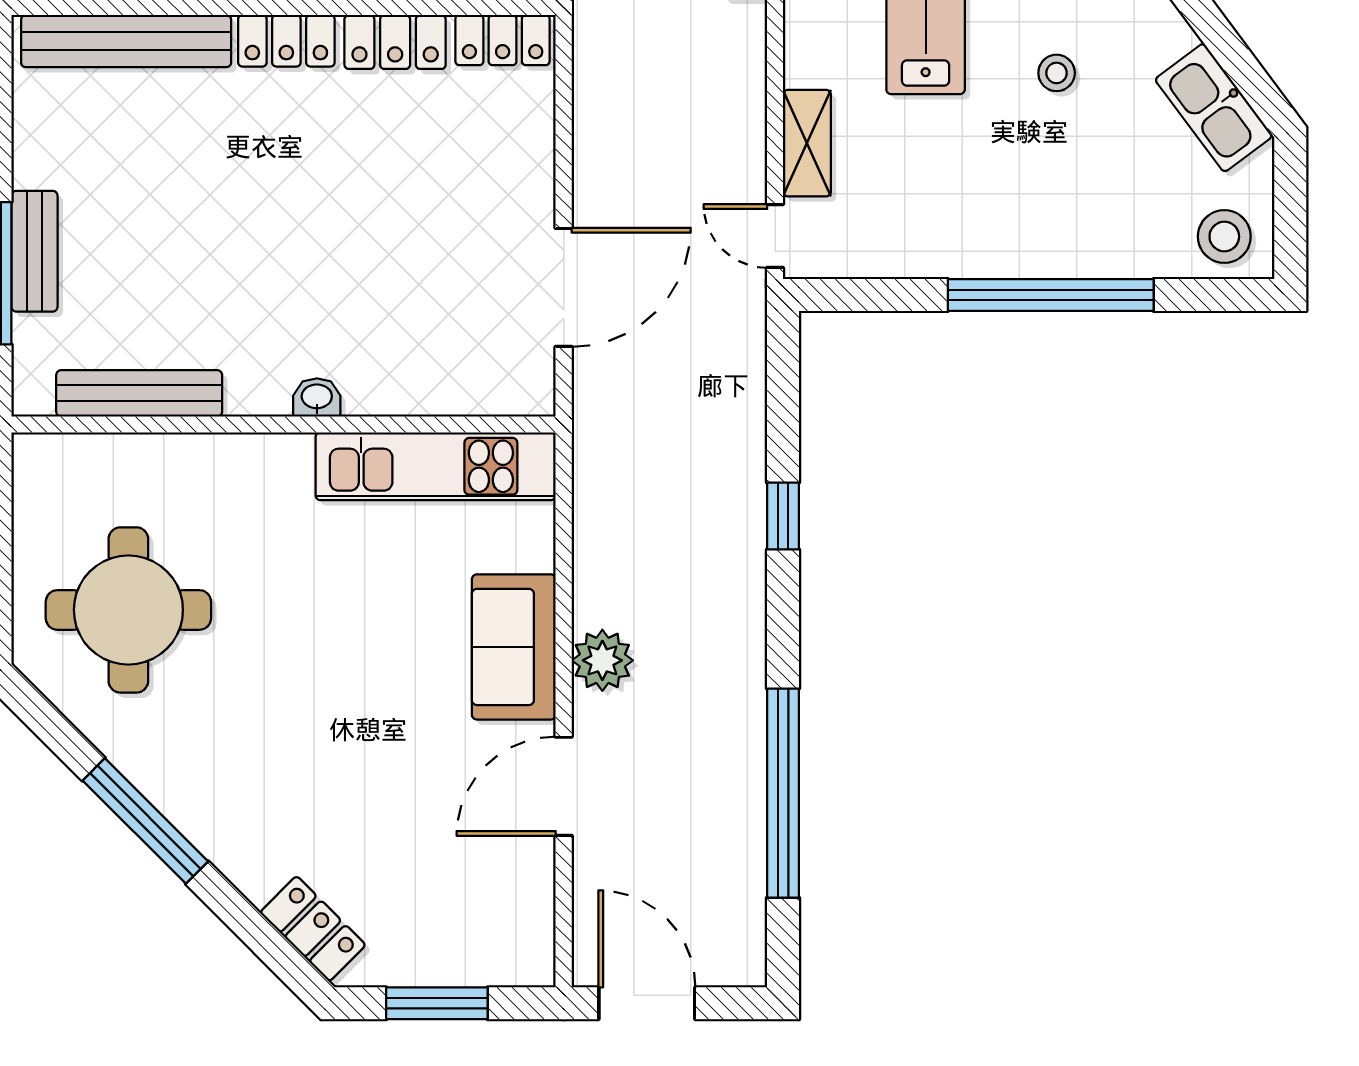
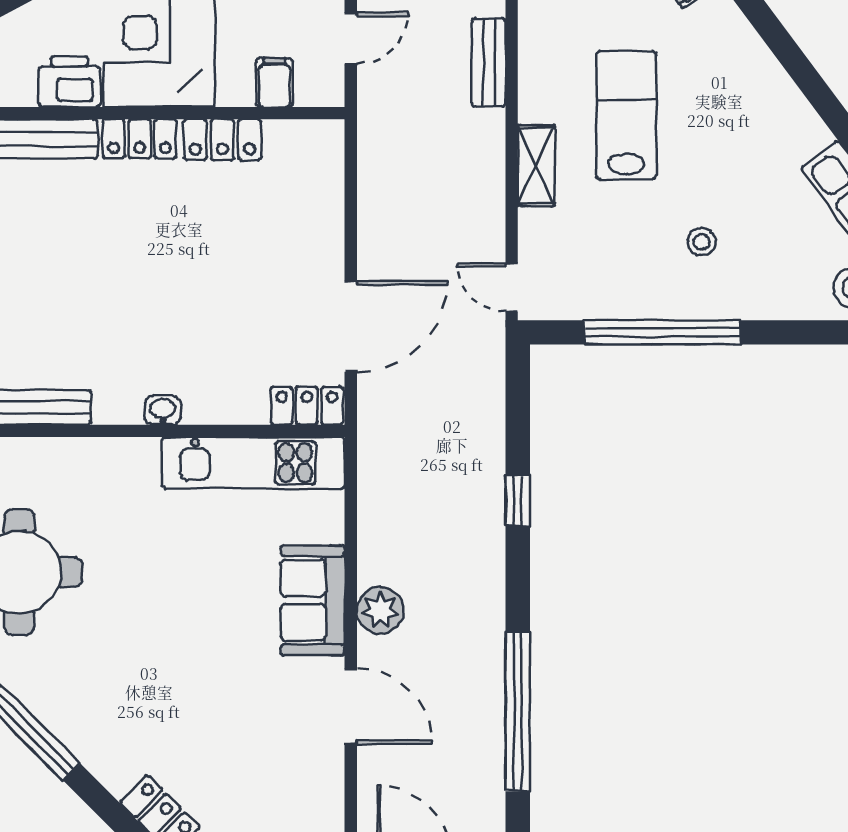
locker: (503, 40) -> (307, 406), moved, turned 180
stool: (1057, 73) -> (702, 242), moved
shelving: (807, 143) -> (536, 166), moved
window: (1051, 295) -> (663, 332), moved
door: (564, 786) -> (351, 706), swing flipped

